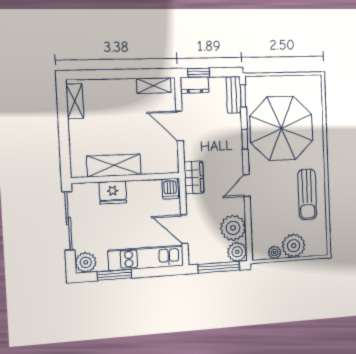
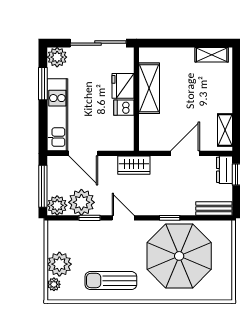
window: (243, 96) -> (89, 218), moved
dishwasher: (170, 189) -> (124, 108), moved
door: (184, 229) -> (83, 153), swing flipped
plant: (275, 252) -> (54, 284), moved

